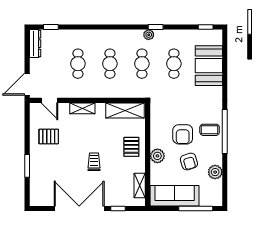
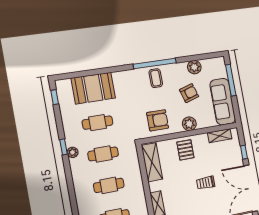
armchair: (183, 134) -> (158, 120), moved
pallet: (131, 147) -> (185, 150), turned 90

